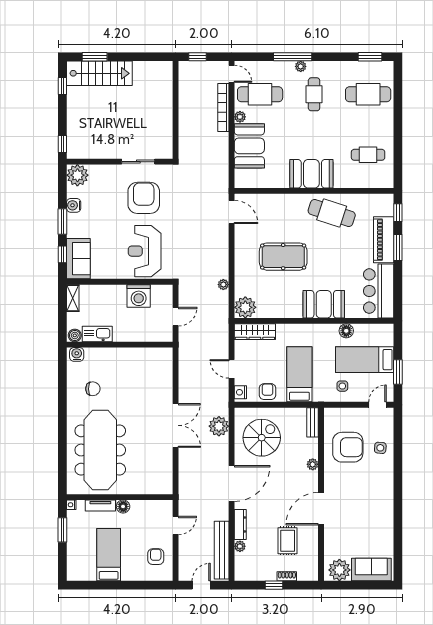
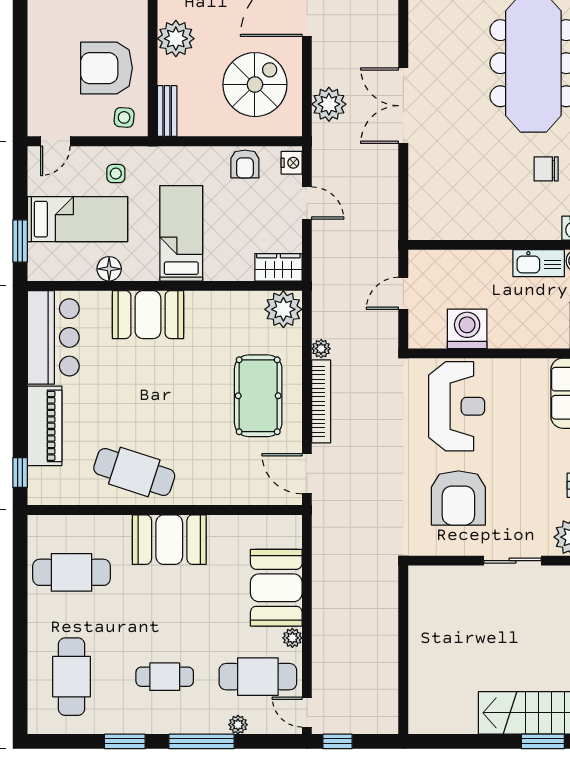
window: (197, 57) -> (338, 741), moved
window: (370, 57) -> (125, 741), moved
plant: (301, 66) -> (238, 725), moved
cafe table: (314, 94) -> (165, 677), turned 90
cafe table: (368, 94) -> (72, 677), turned 90
bookcase: (223, 108) -> (321, 401), moved
cafe table: (368, 155) -> (72, 572), width x1.37, depth x1.35
sliding door: (138, 162) -> (512, 561), moved
window: (398, 248) -> (20, 412), removed
pool table: (283, 257) -> (258, 396), moved, turned 90
wardrobe: (255, 332) -> (278, 267), width x0.67
window: (398, 372) -> (20, 241), moved
bed: (299, 374) -> (181, 233), moved, turned 180
spiral stairs: (262, 438) -> (255, 85), turned 180
side table: (380, 448) -> (124, 117), moved
plant: (313, 464) -> (176, 39), width x1.87, depth x1.87

